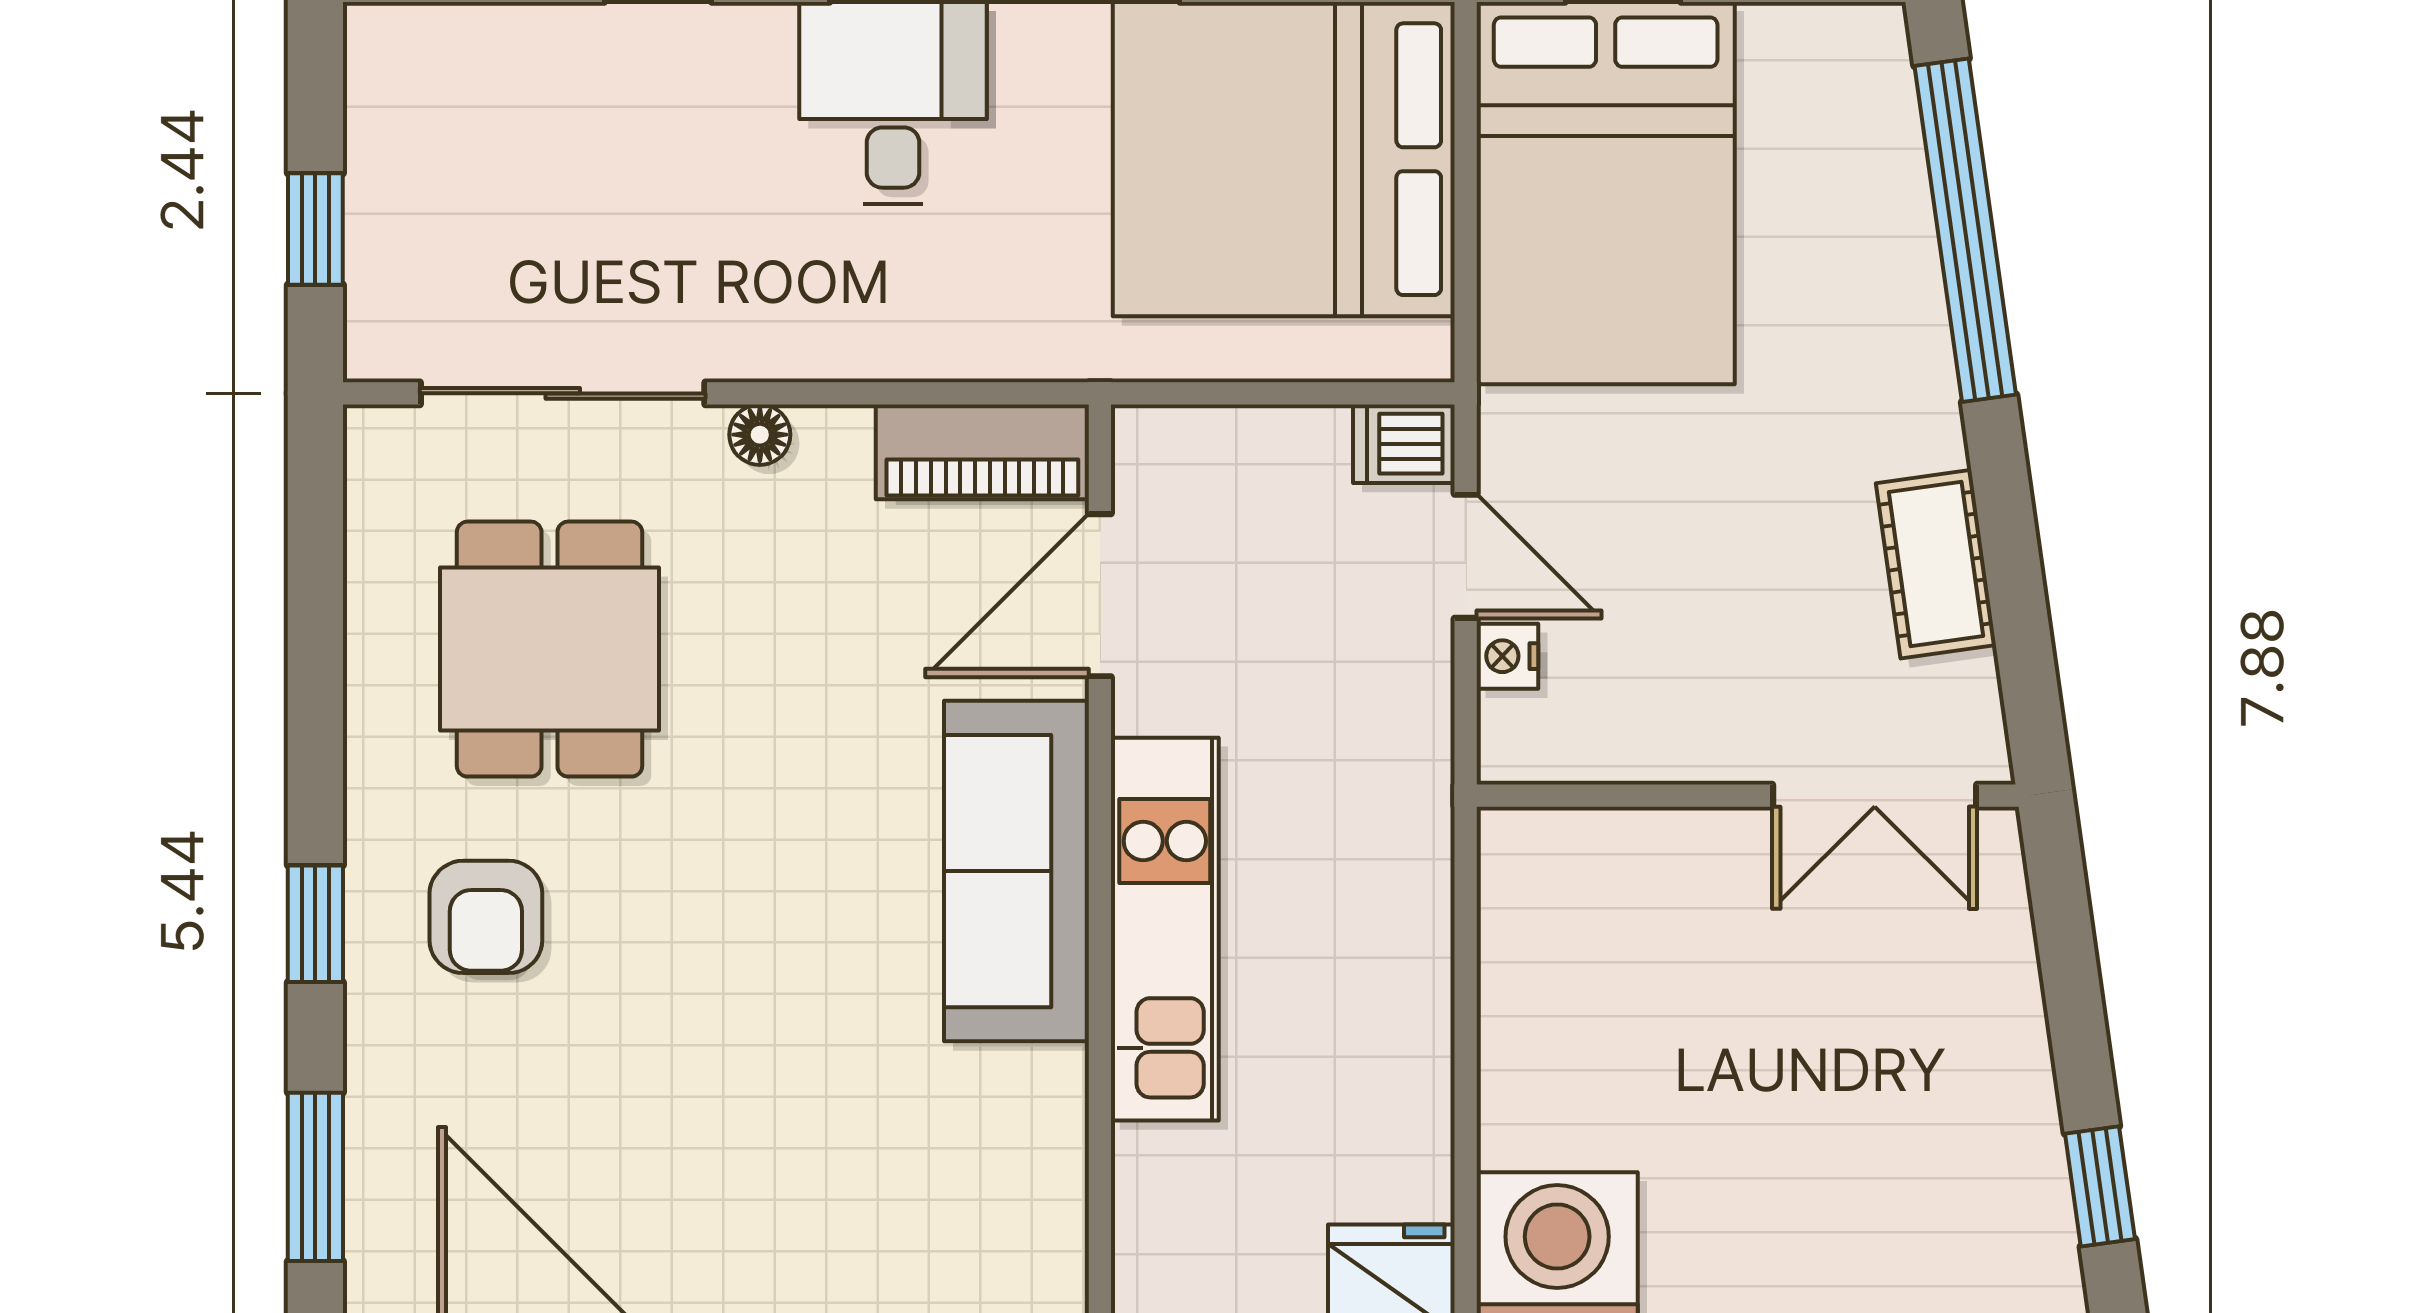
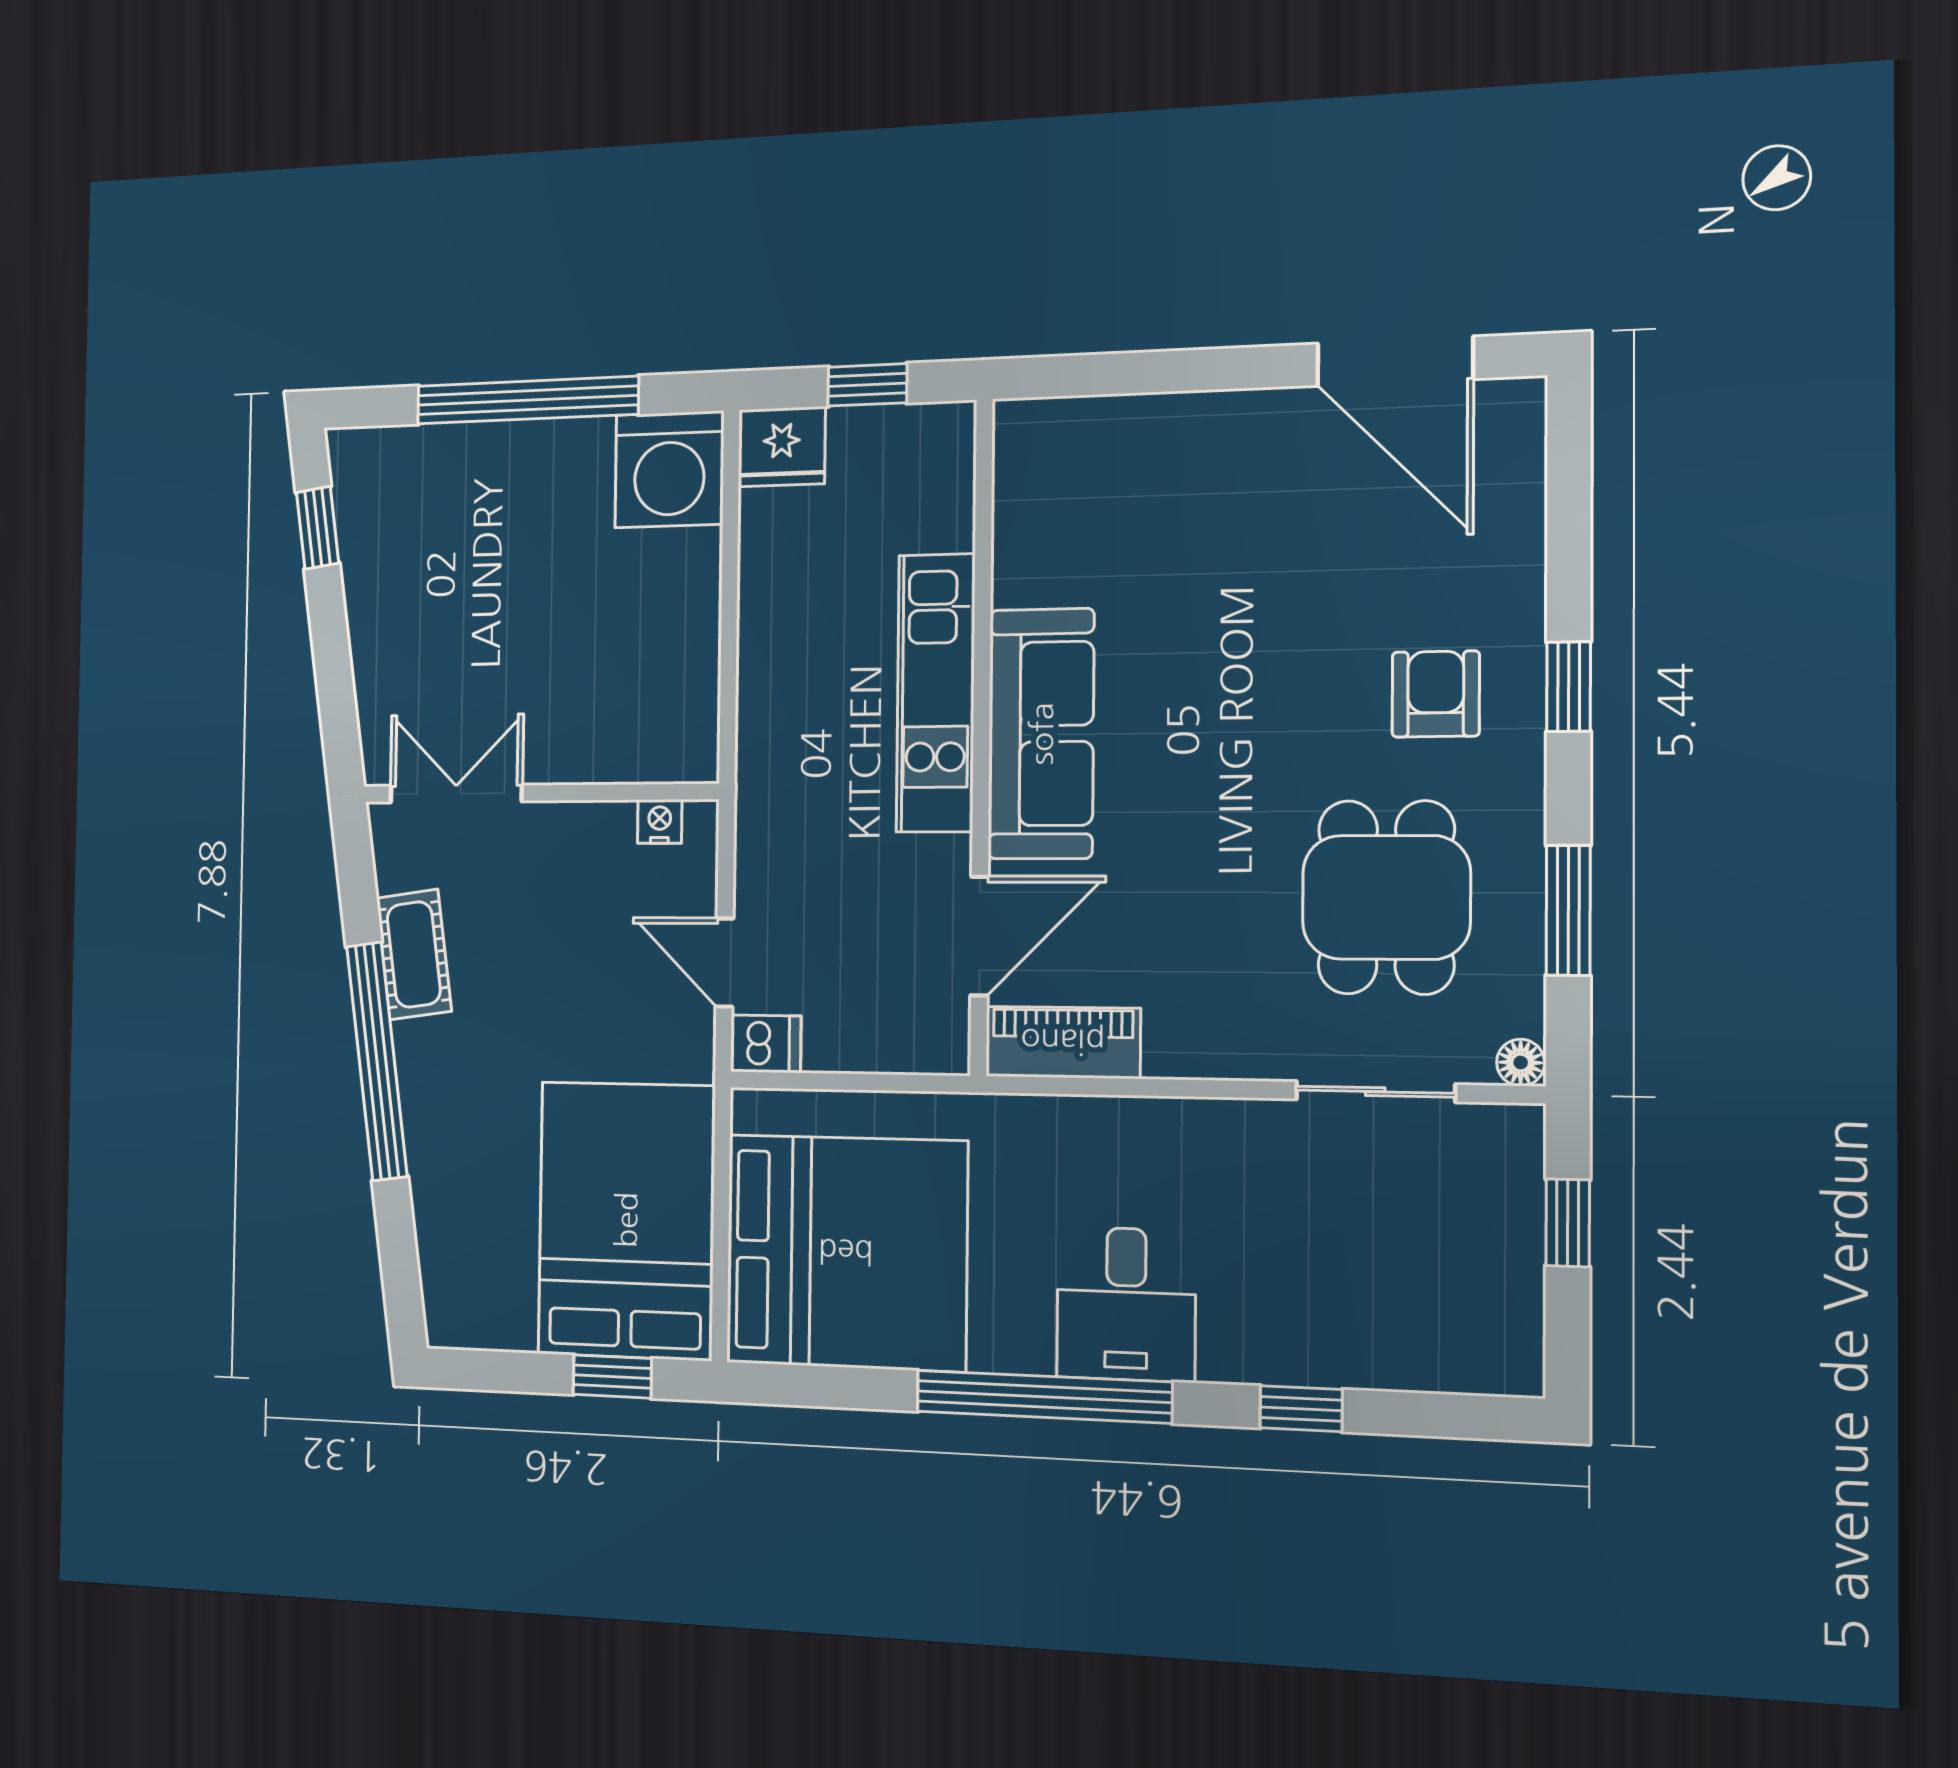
window: (1965, 230) -> (377, 1061), moved
sliding door: (563, 393) -> (1375, 1092), width x0.73
floor lamp: (760, 435) -> (1521, 1063), moved
nightstand: (1507, 656) -> (660, 822), moved, turned -90
window: (315, 1177) -> (1568, 910), moved

